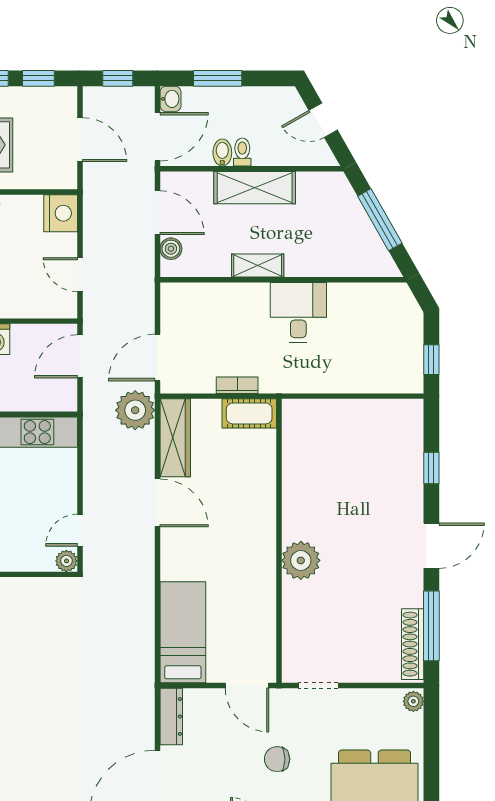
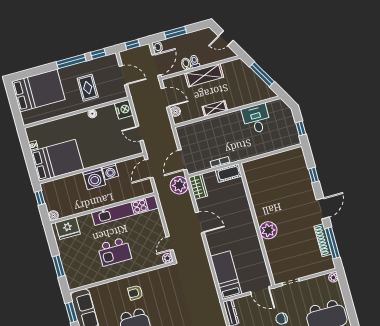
desk: (298, 313) -> (256, 119), moved
wardrobe: (175, 438) -> (198, 187), width x0.67
shoe rack: (413, 644) -> (323, 240), moved

